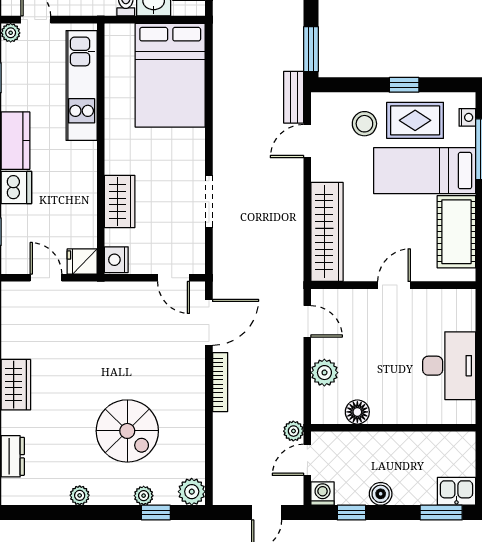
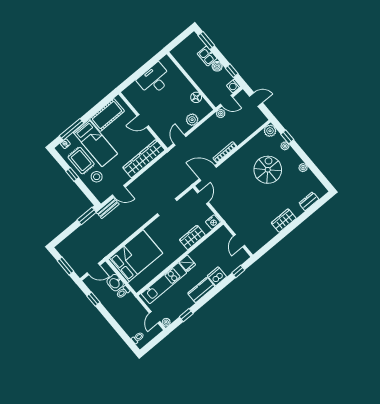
fridge: (82, 262) -> (187, 263), moved
kitchen sink: (456, 491) -> (207, 56), moved

